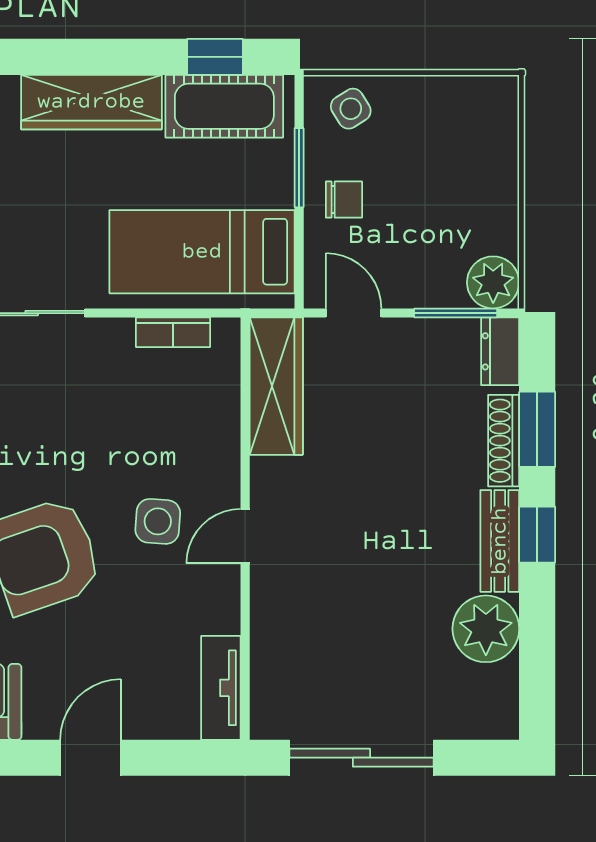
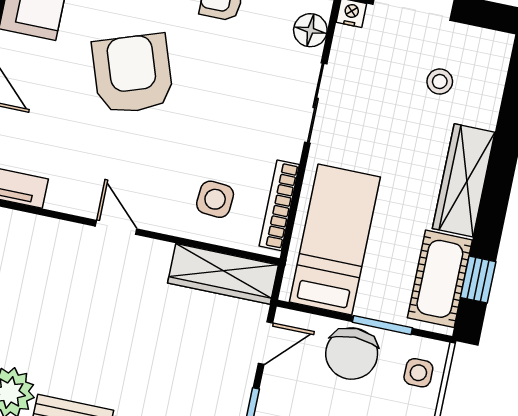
side table: (351, 109) -> (418, 373), turned 32
chair: (344, 200) -> (352, 354), width x1.87, depth x1.87
bookcase: (173, 332) -> (279, 205), width x1.56
side table: (158, 521) -> (215, 199), moved

